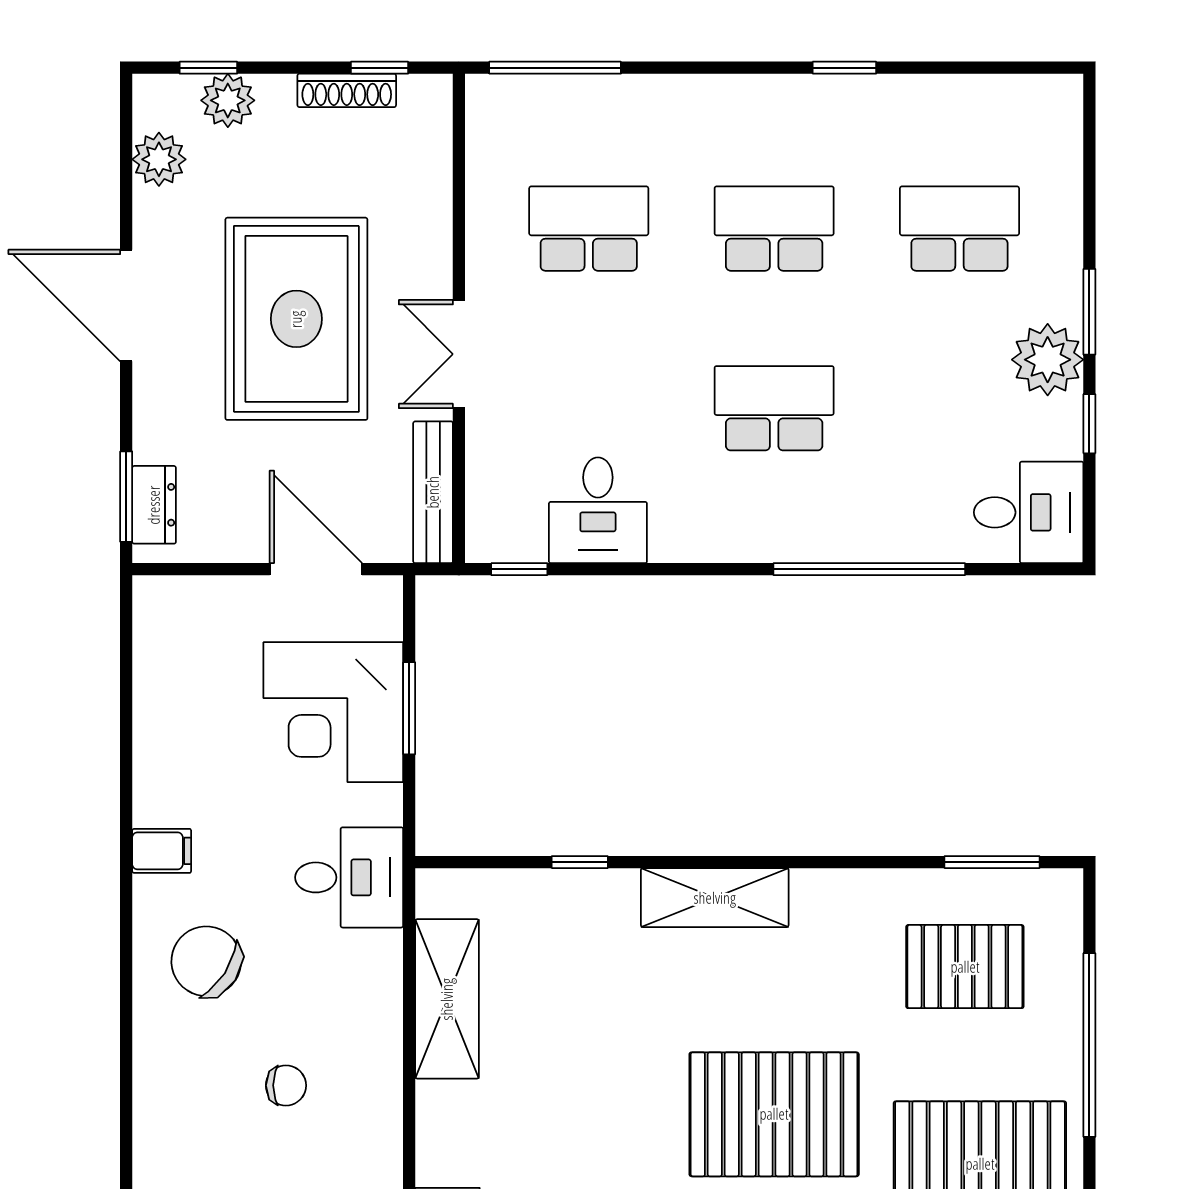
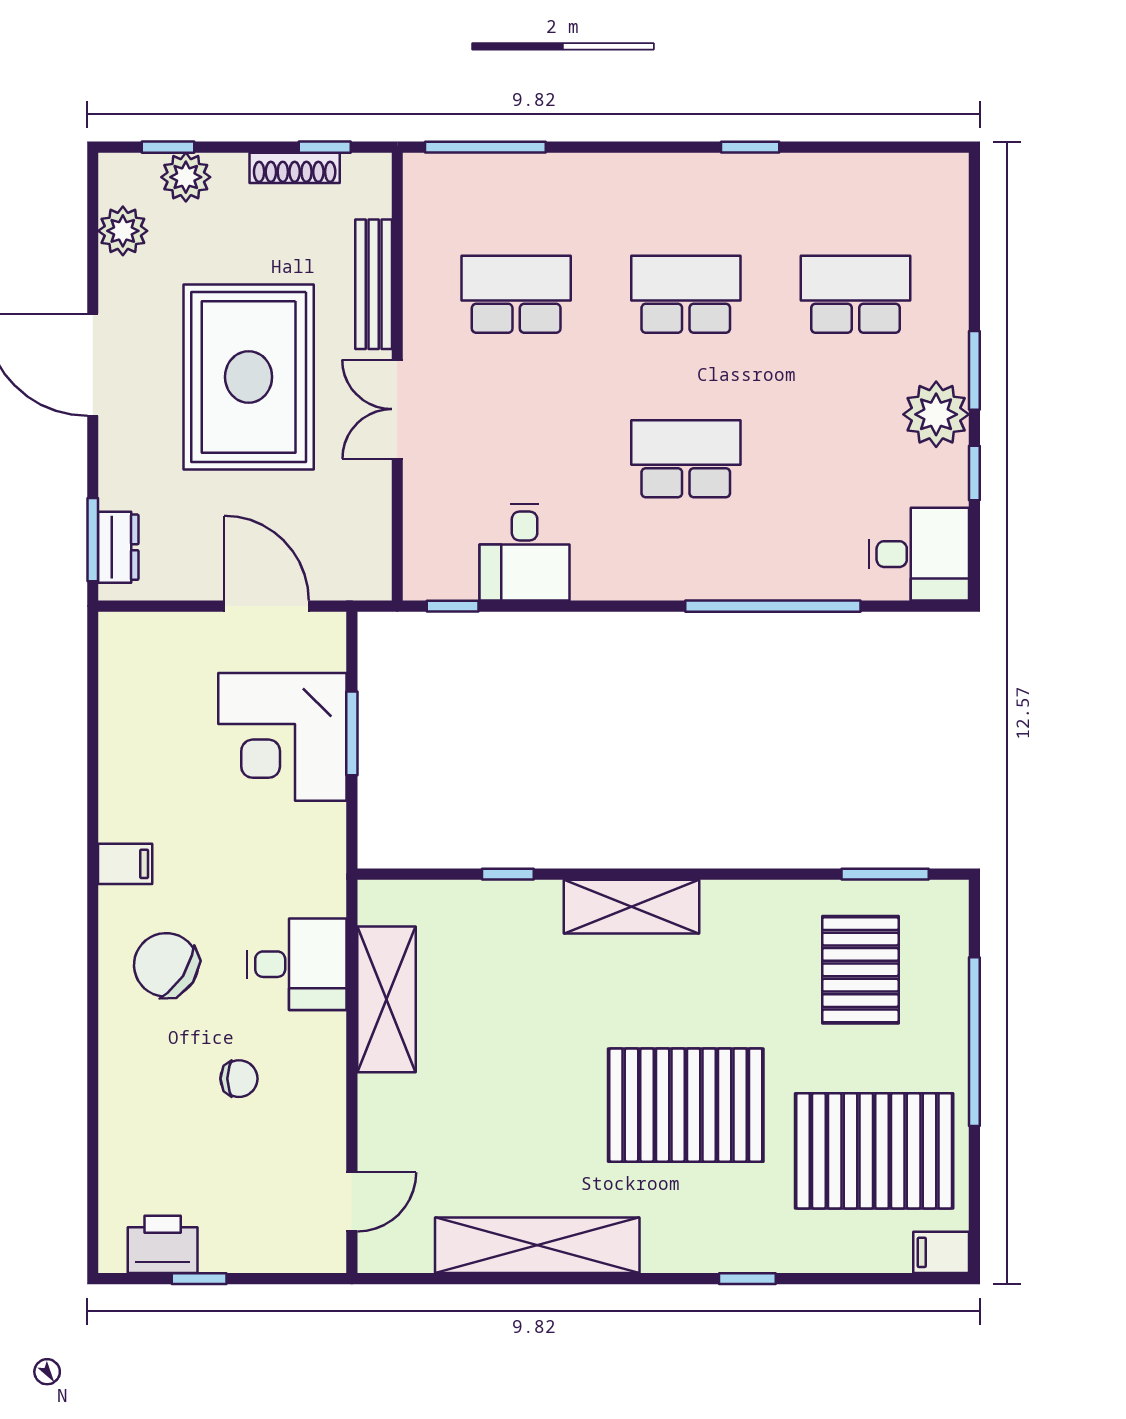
bench: (433, 492) -> (374, 284), moved
desk: (349, 877) -> (297, 964), moved
pallet: (965, 967) -> (860, 970), turned 90

